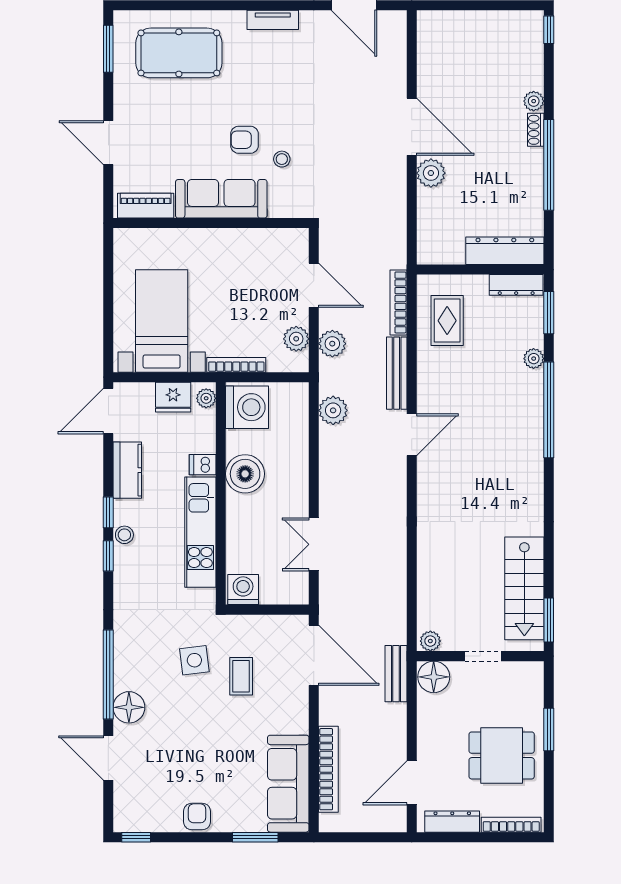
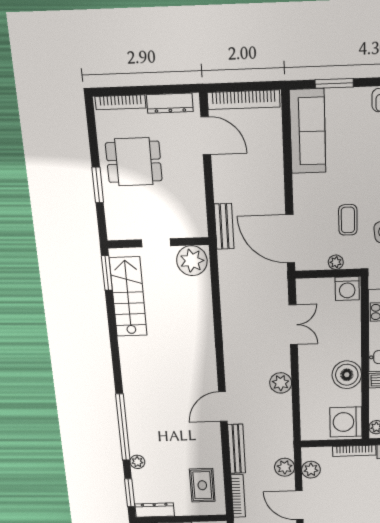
plant: (333, 410) -> (281, 383), moved
plant: (257, 624) -> (336, 262), added
plant: (430, 641) -> (192, 261), width x1.87, depth x1.87
floor lamp: (434, 677) -> (194, 225), removed
bookcase: (328, 769) -> (244, 100), moved, turned -90
door: (412, 783) -> (206, 136), hinge flipped

